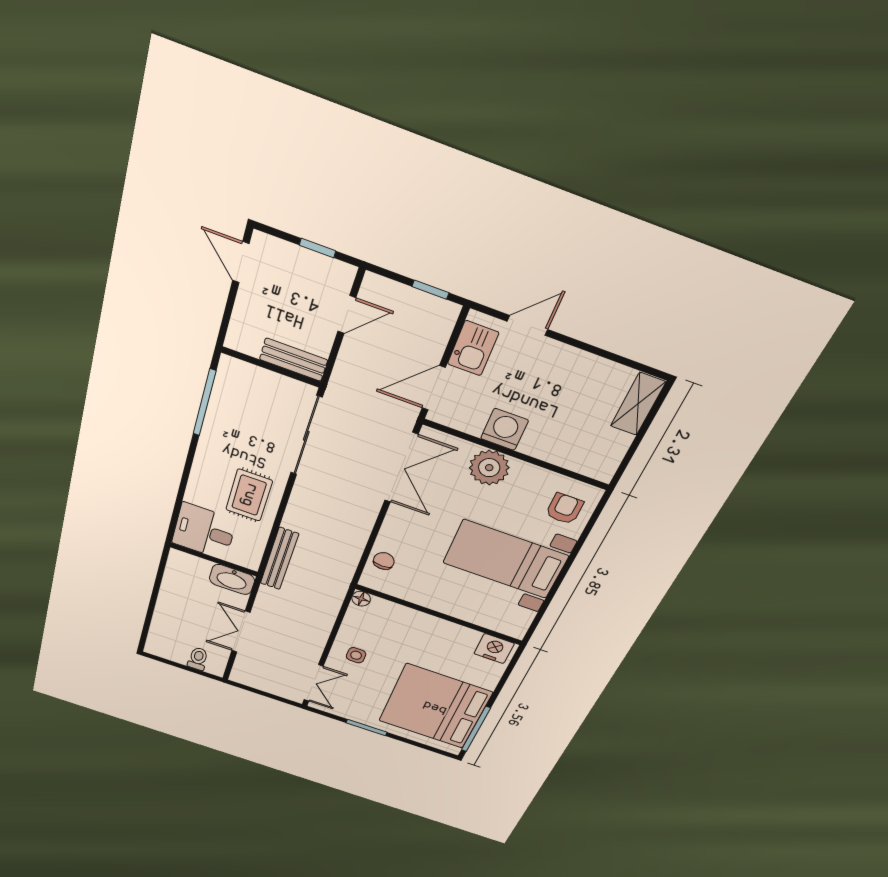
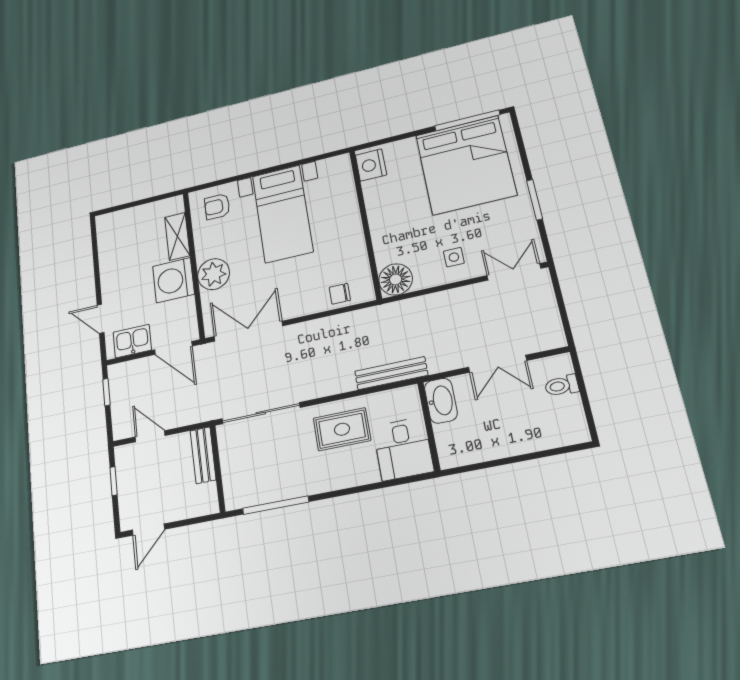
shelving: (638, 404) -> (177, 236), moved, turned 90
washing machine: (504, 429) -> (173, 280), width x1.37, depth x1.37
floor lamp: (361, 599) -> (396, 279), width x1.89, depth x1.89

